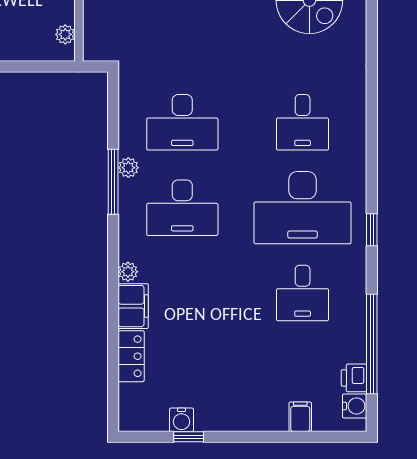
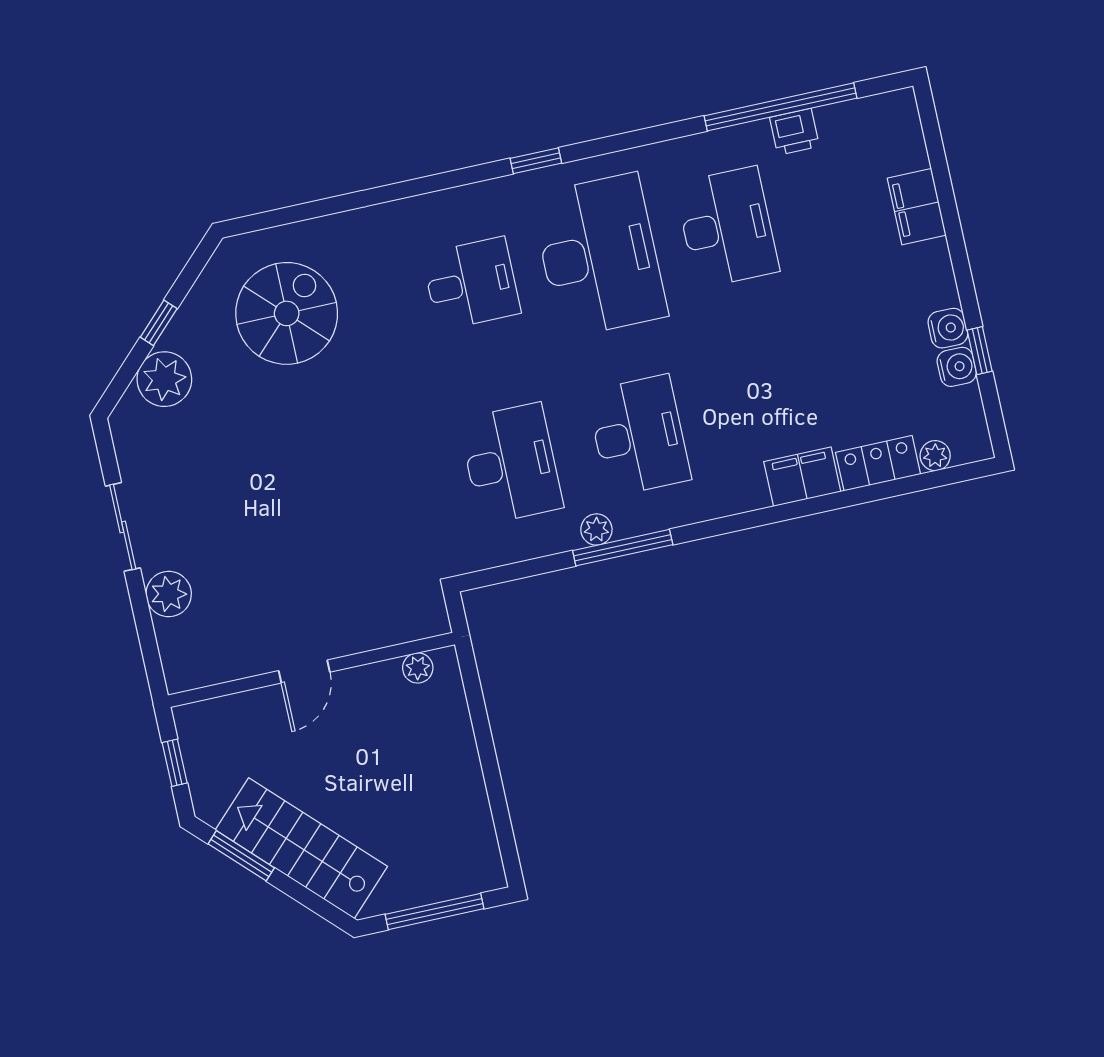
window: (372, 230) -> (536, 161), moved
plant: (128, 272) -> (935, 456), moved
desk: (303, 293) -> (727, 227), width x1.37
printer: (354, 378) -> (795, 132), moved
water cooler: (355, 406) -> (948, 328), moved, turned 90
filing cabinet: (300, 417) -> (917, 207), width x2.00

